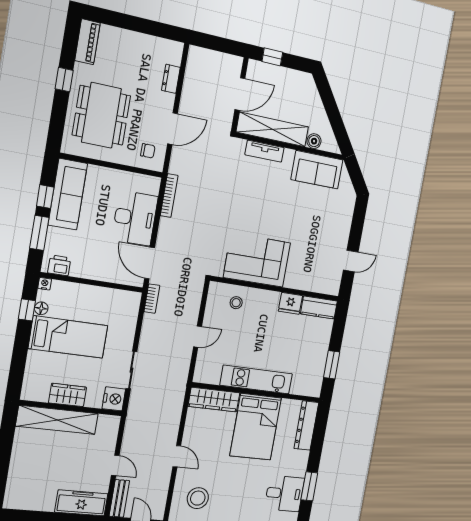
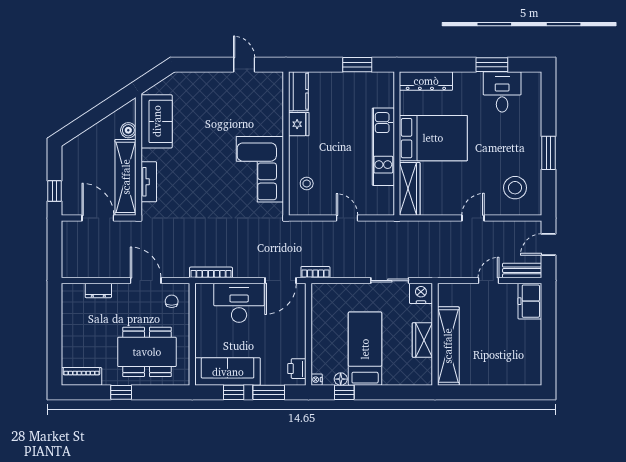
freezer: (81, 503) -> (530, 301), width x0.71

